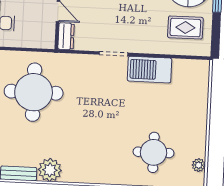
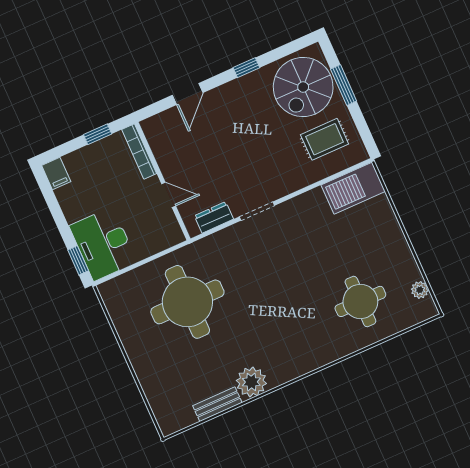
dresser: (66, 36) -> (214, 217), moved, turned -90
barbecue: (150, 70) -> (353, 188), moved

